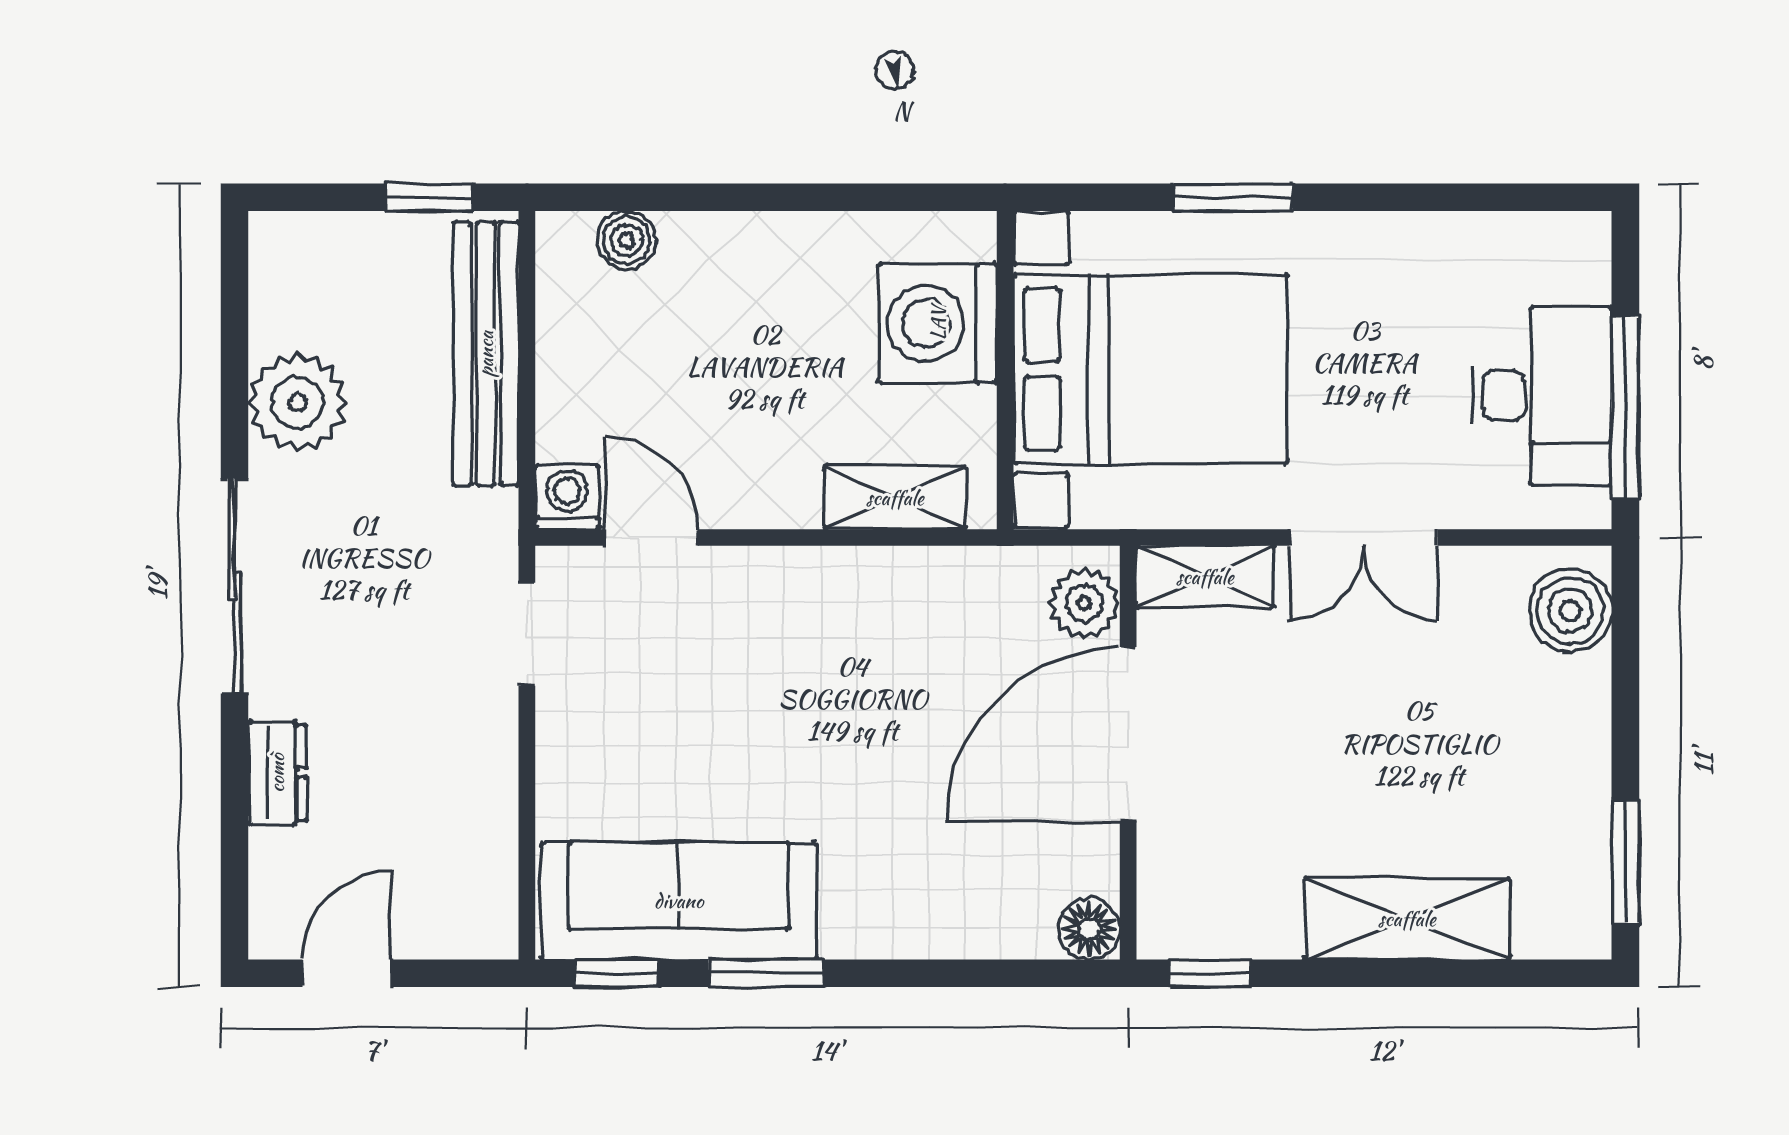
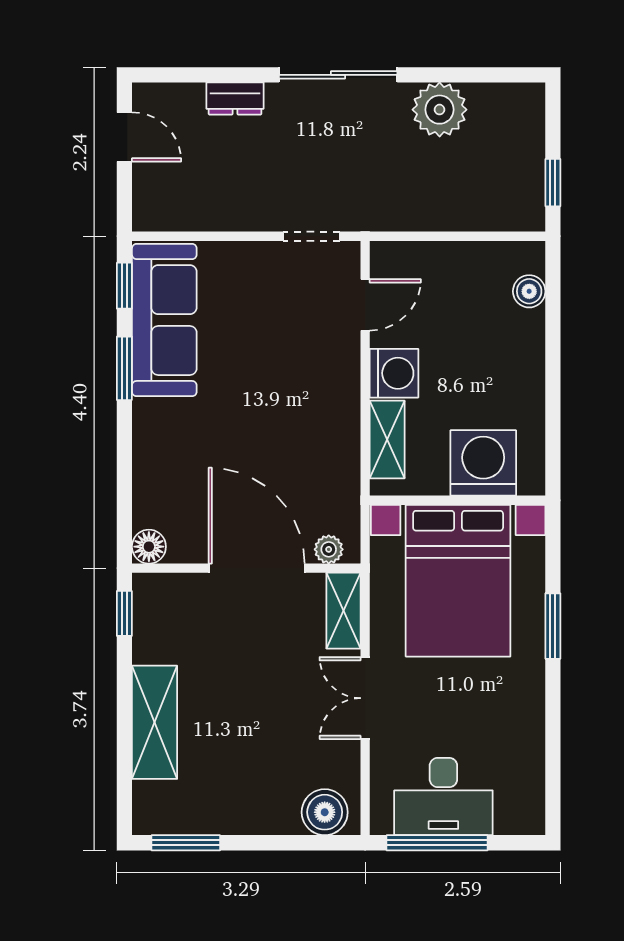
bench: (486, 354) -> (466, 214), removed
washing machine: (567, 497) -> (394, 373), moved, width x1.38, depth x1.38
plant: (1084, 603) -> (329, 549), width x0.73, depth x0.73

